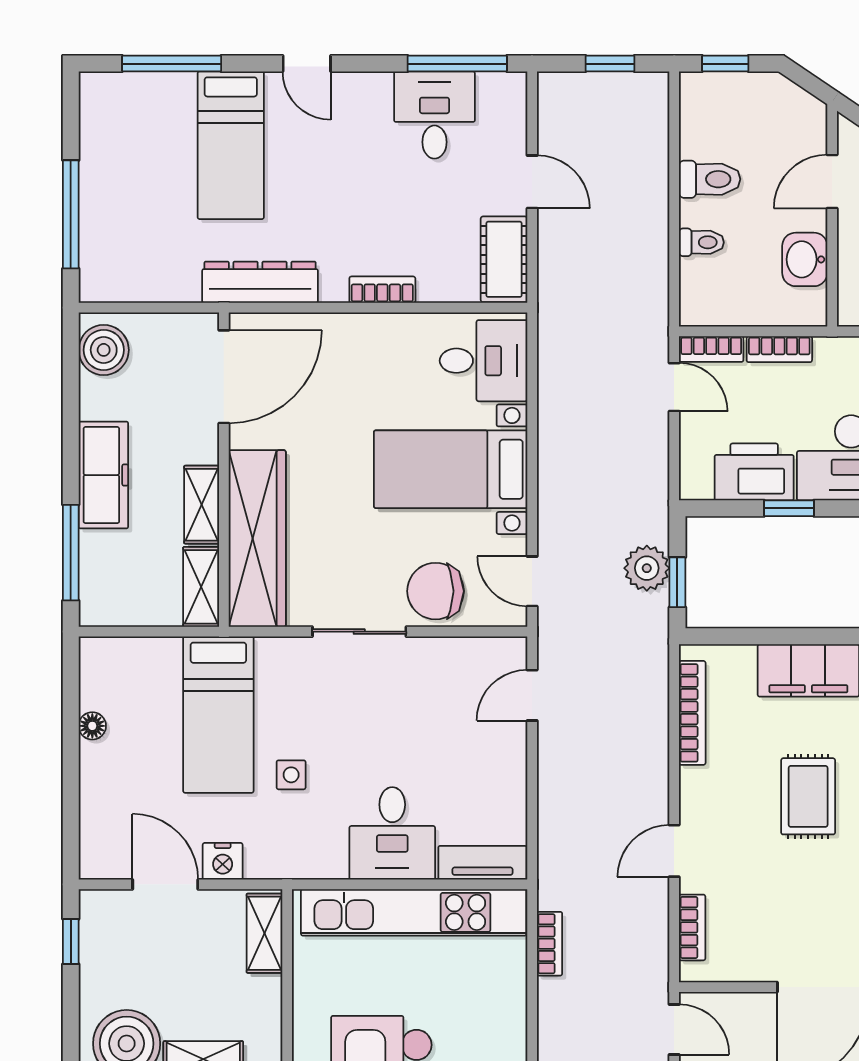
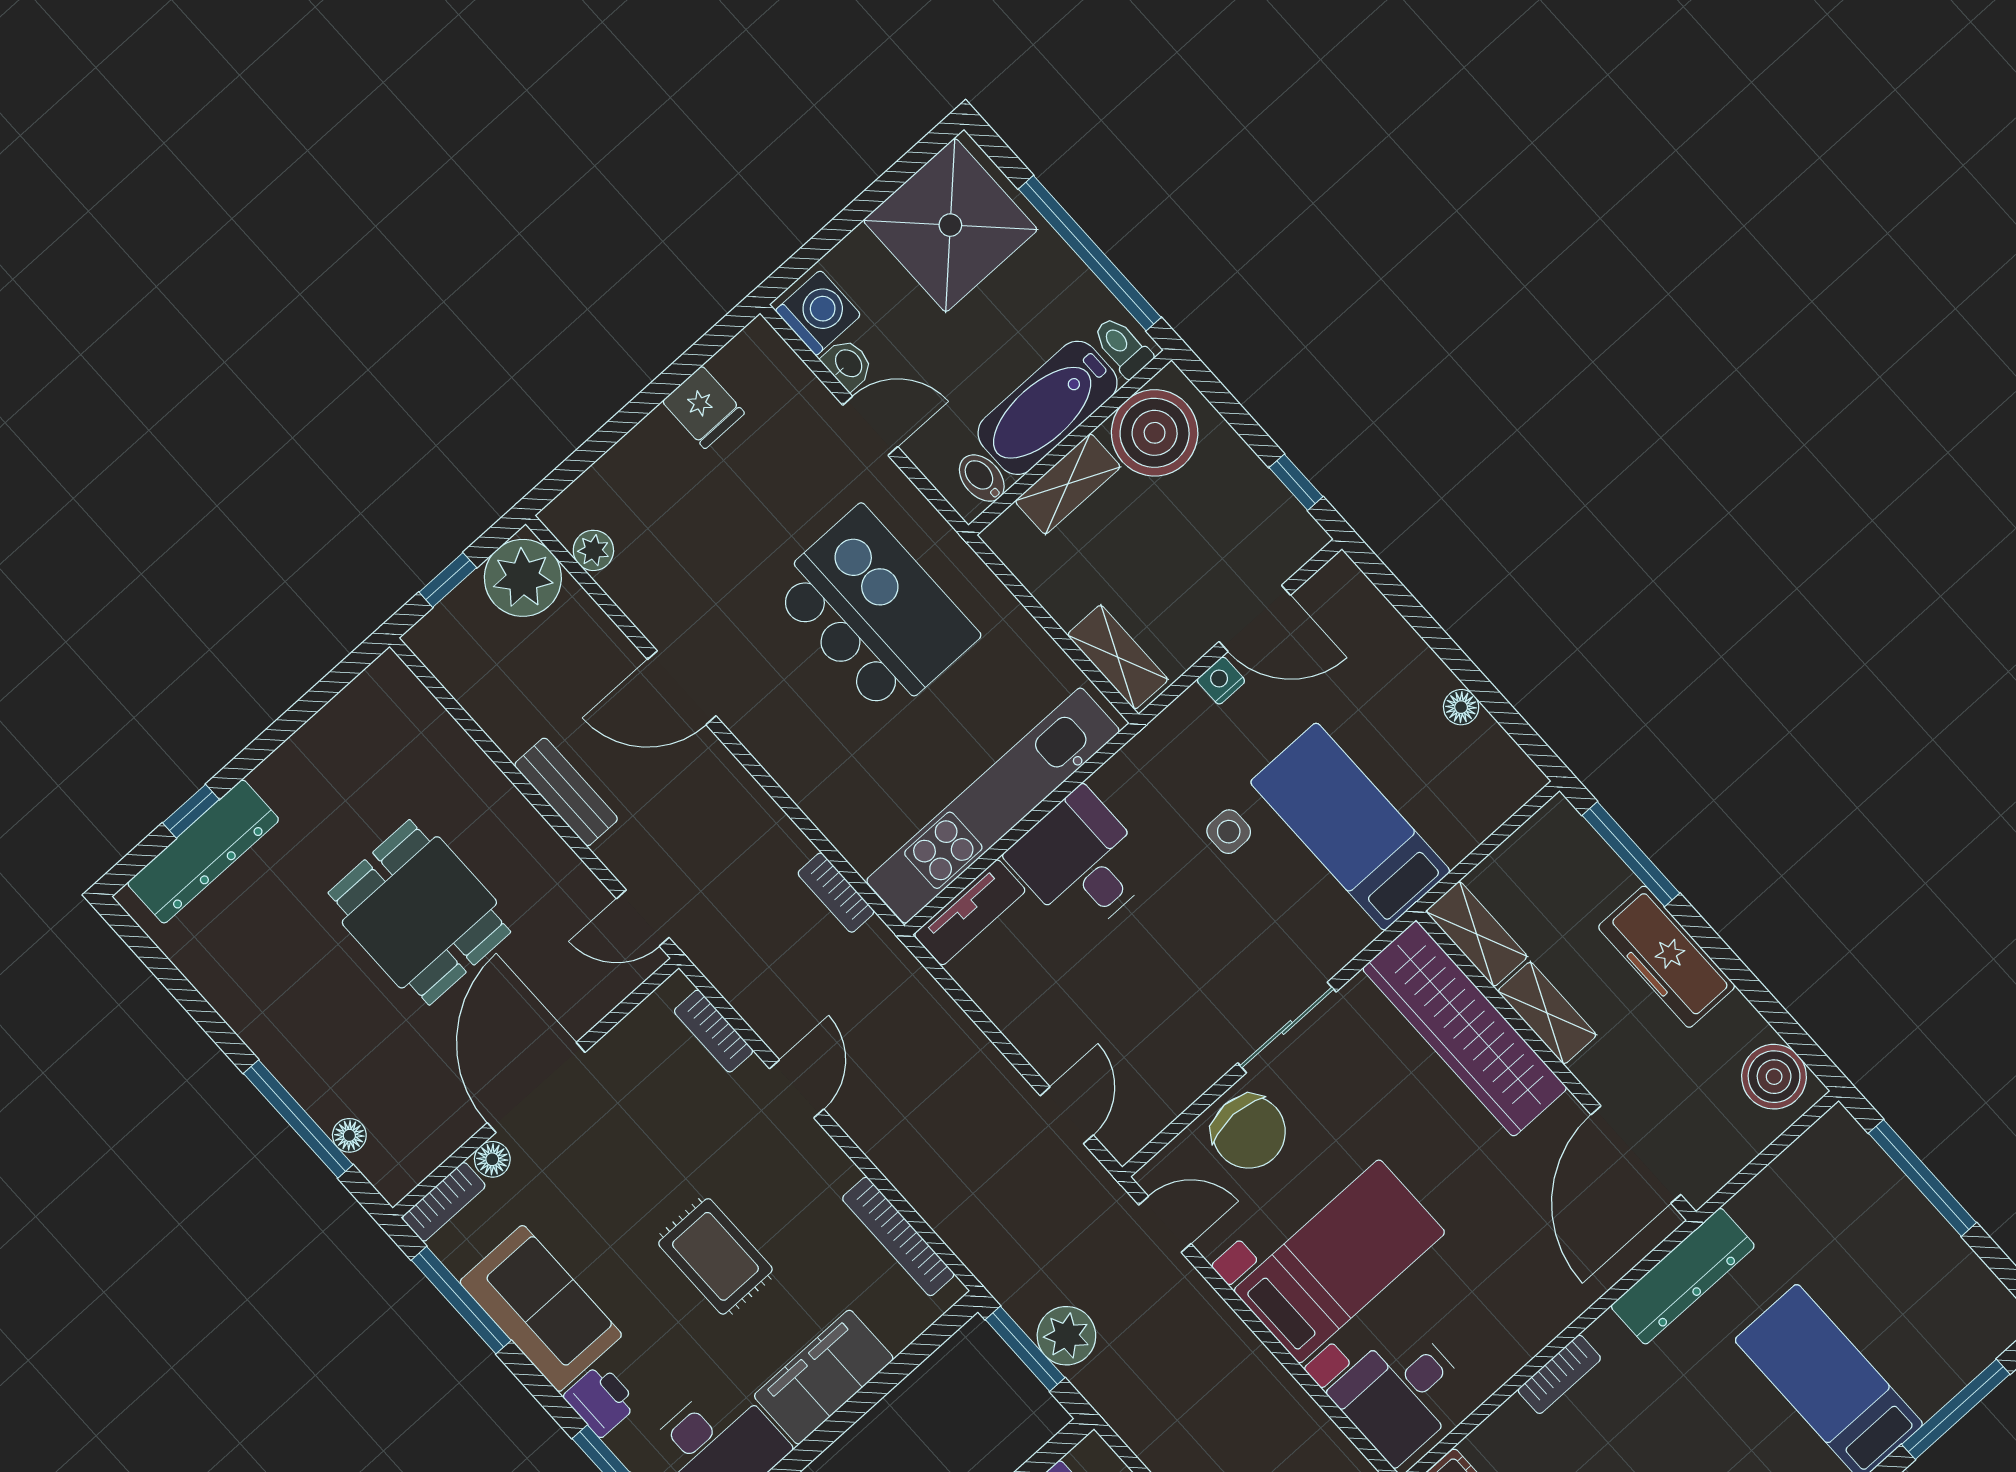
window: (677, 582) -> (1025, 1349), width x1.50
chair: (436, 591) -> (1249, 1132), turned 90
nightstand: (223, 861) -> (1221, 681), width x0.72, depth x0.74

